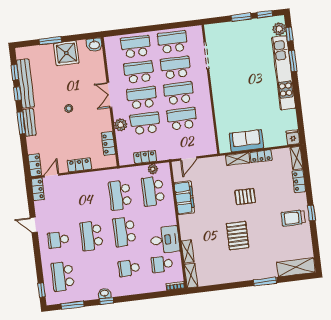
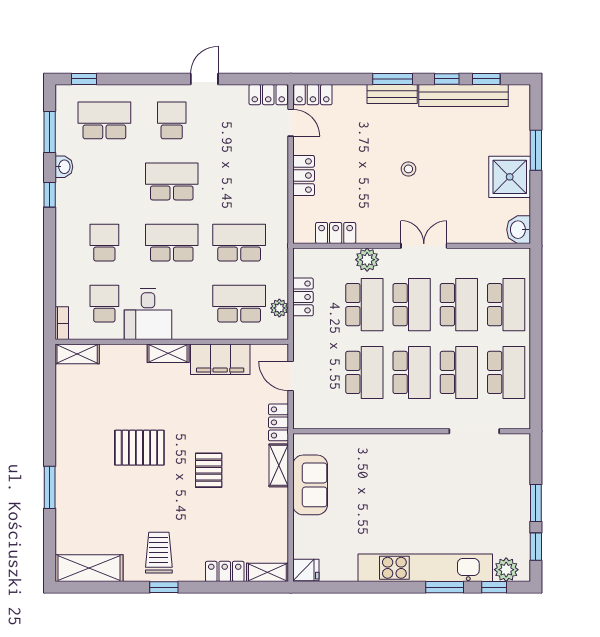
locker: (261, 156) -> (278, 422), moved
shelving: (188, 251) -> (168, 353), moved
shelving: (296, 267) -> (89, 568), moved, turned 90
washbasin: (105, 293) -> (64, 167), moved

